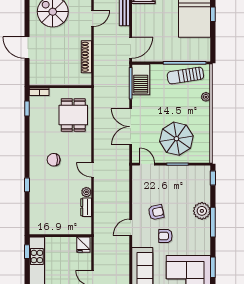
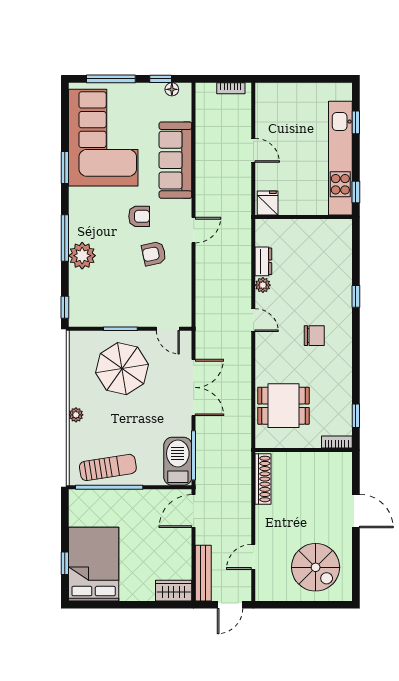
shoe rack: (86, 57) -> (263, 479), moved
plant: (206, 97) -> (76, 415), moved
dining table: (73, 115) -> (283, 406), turned 90

